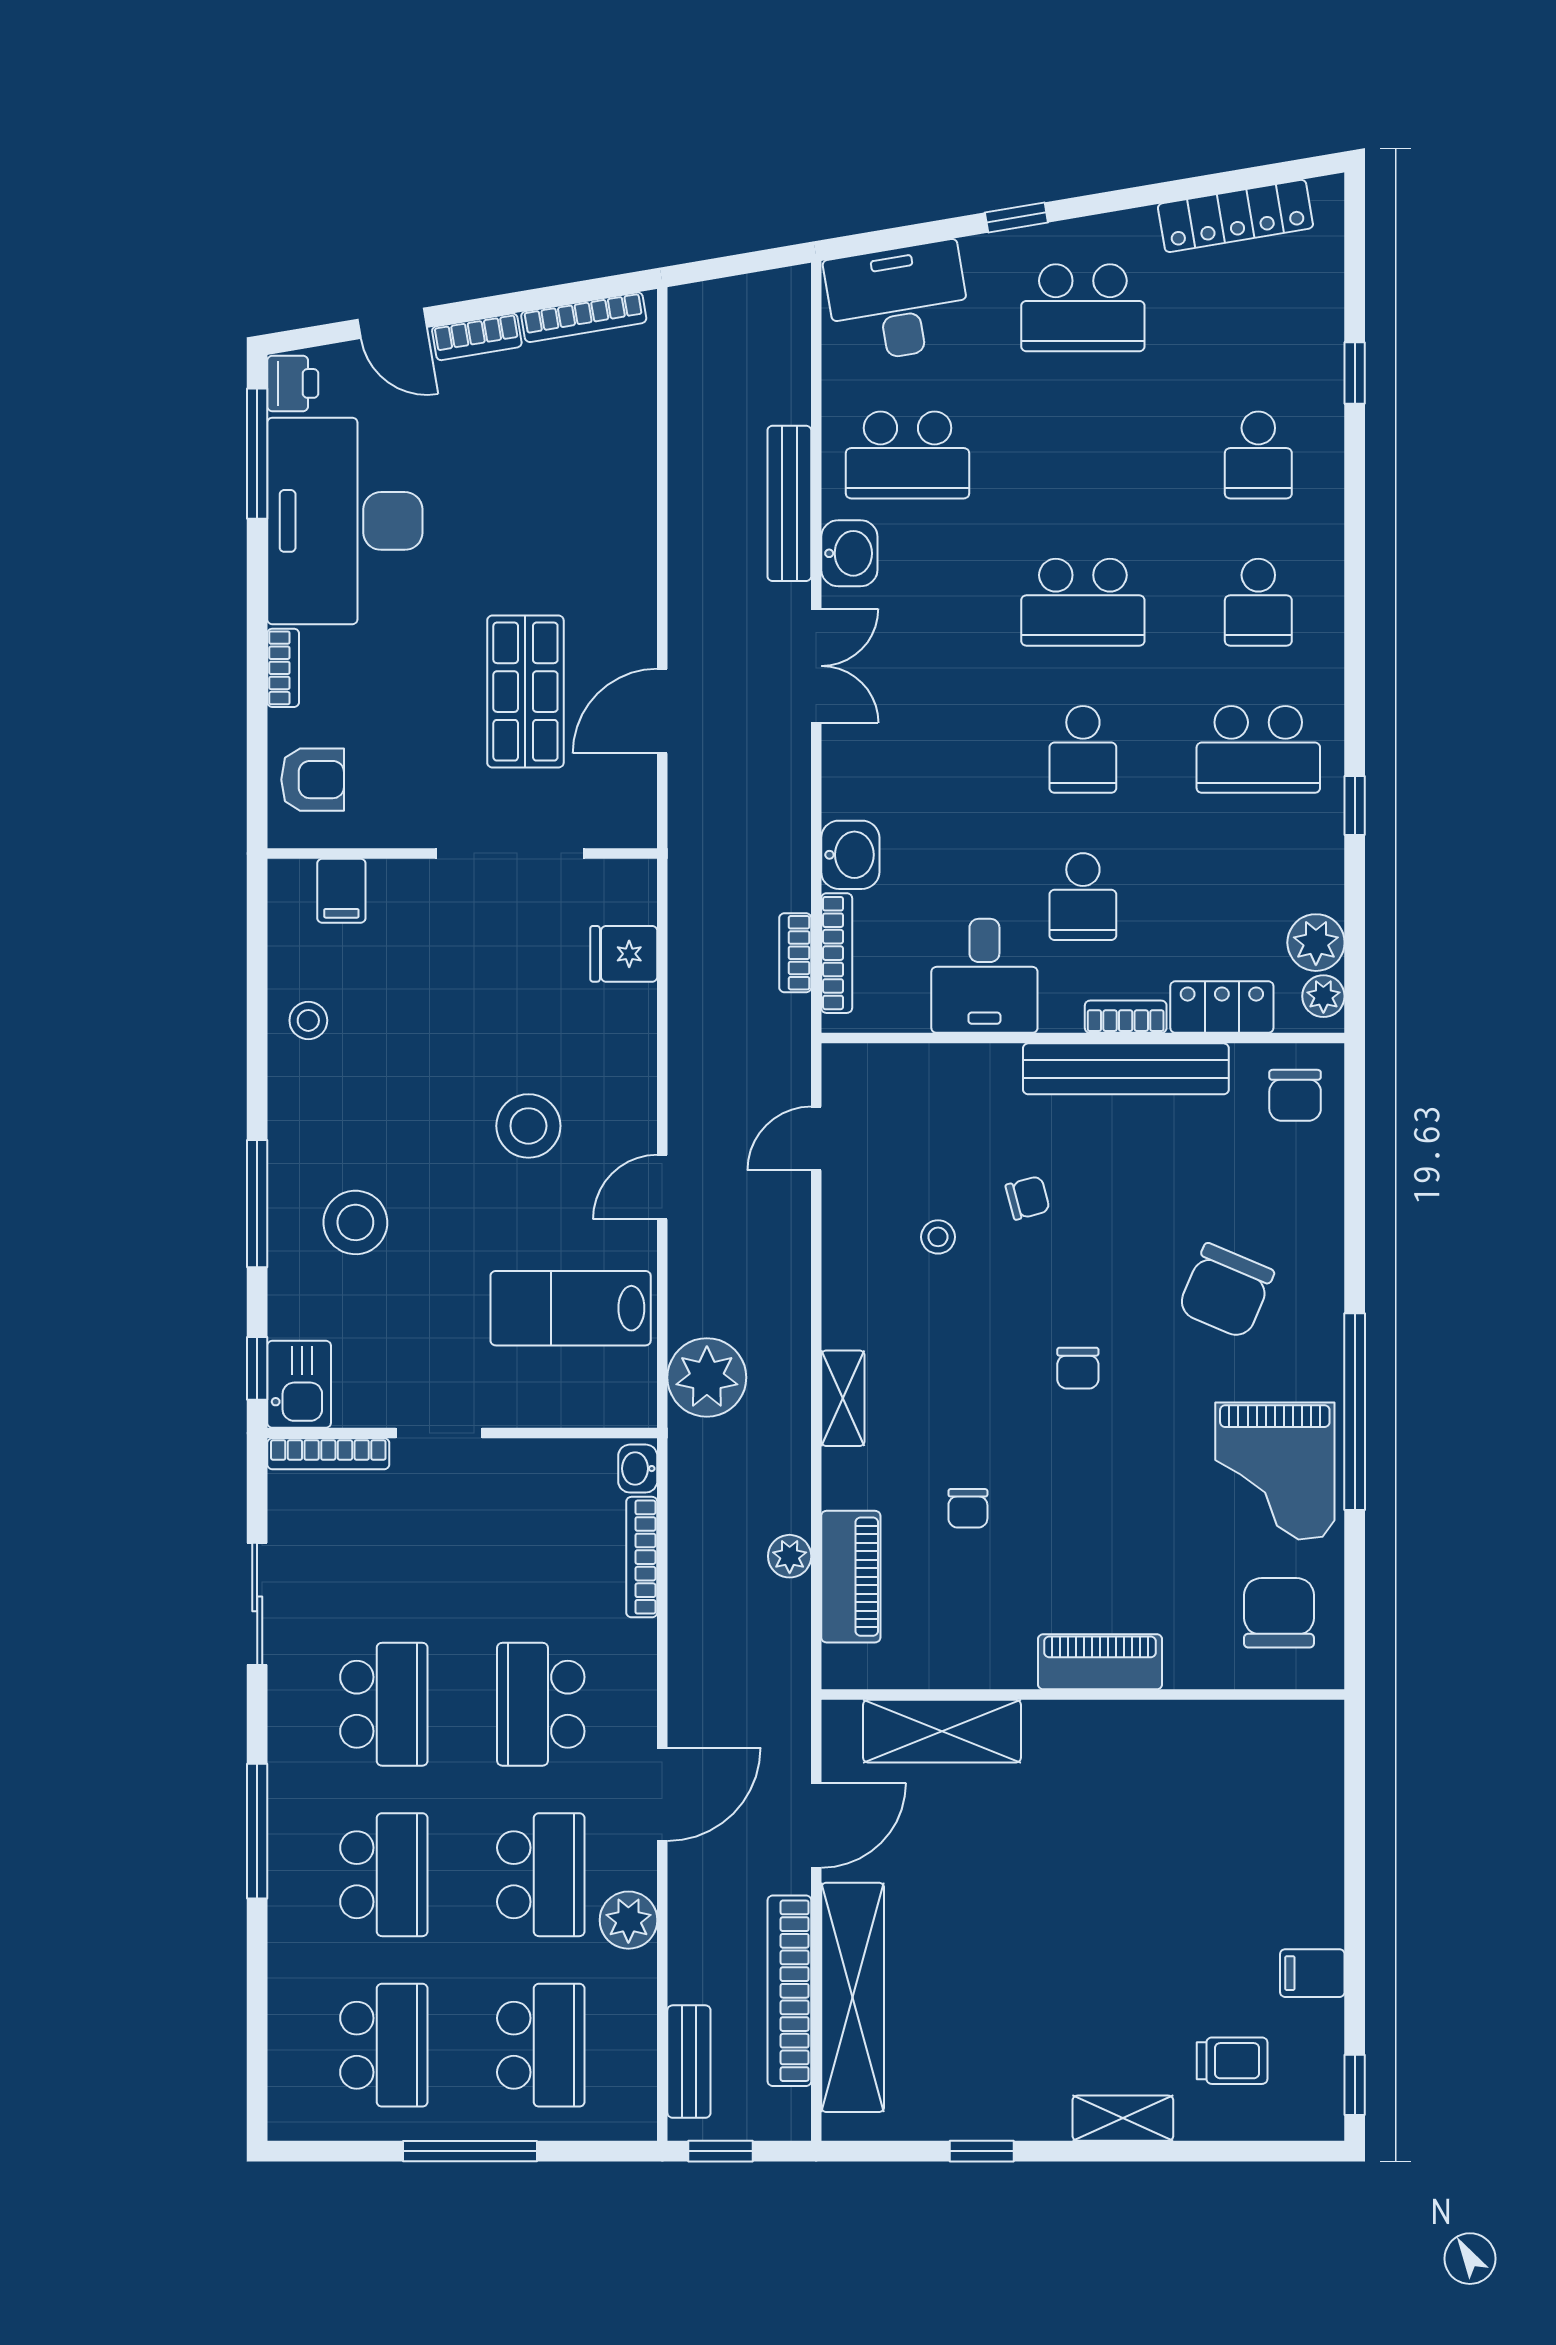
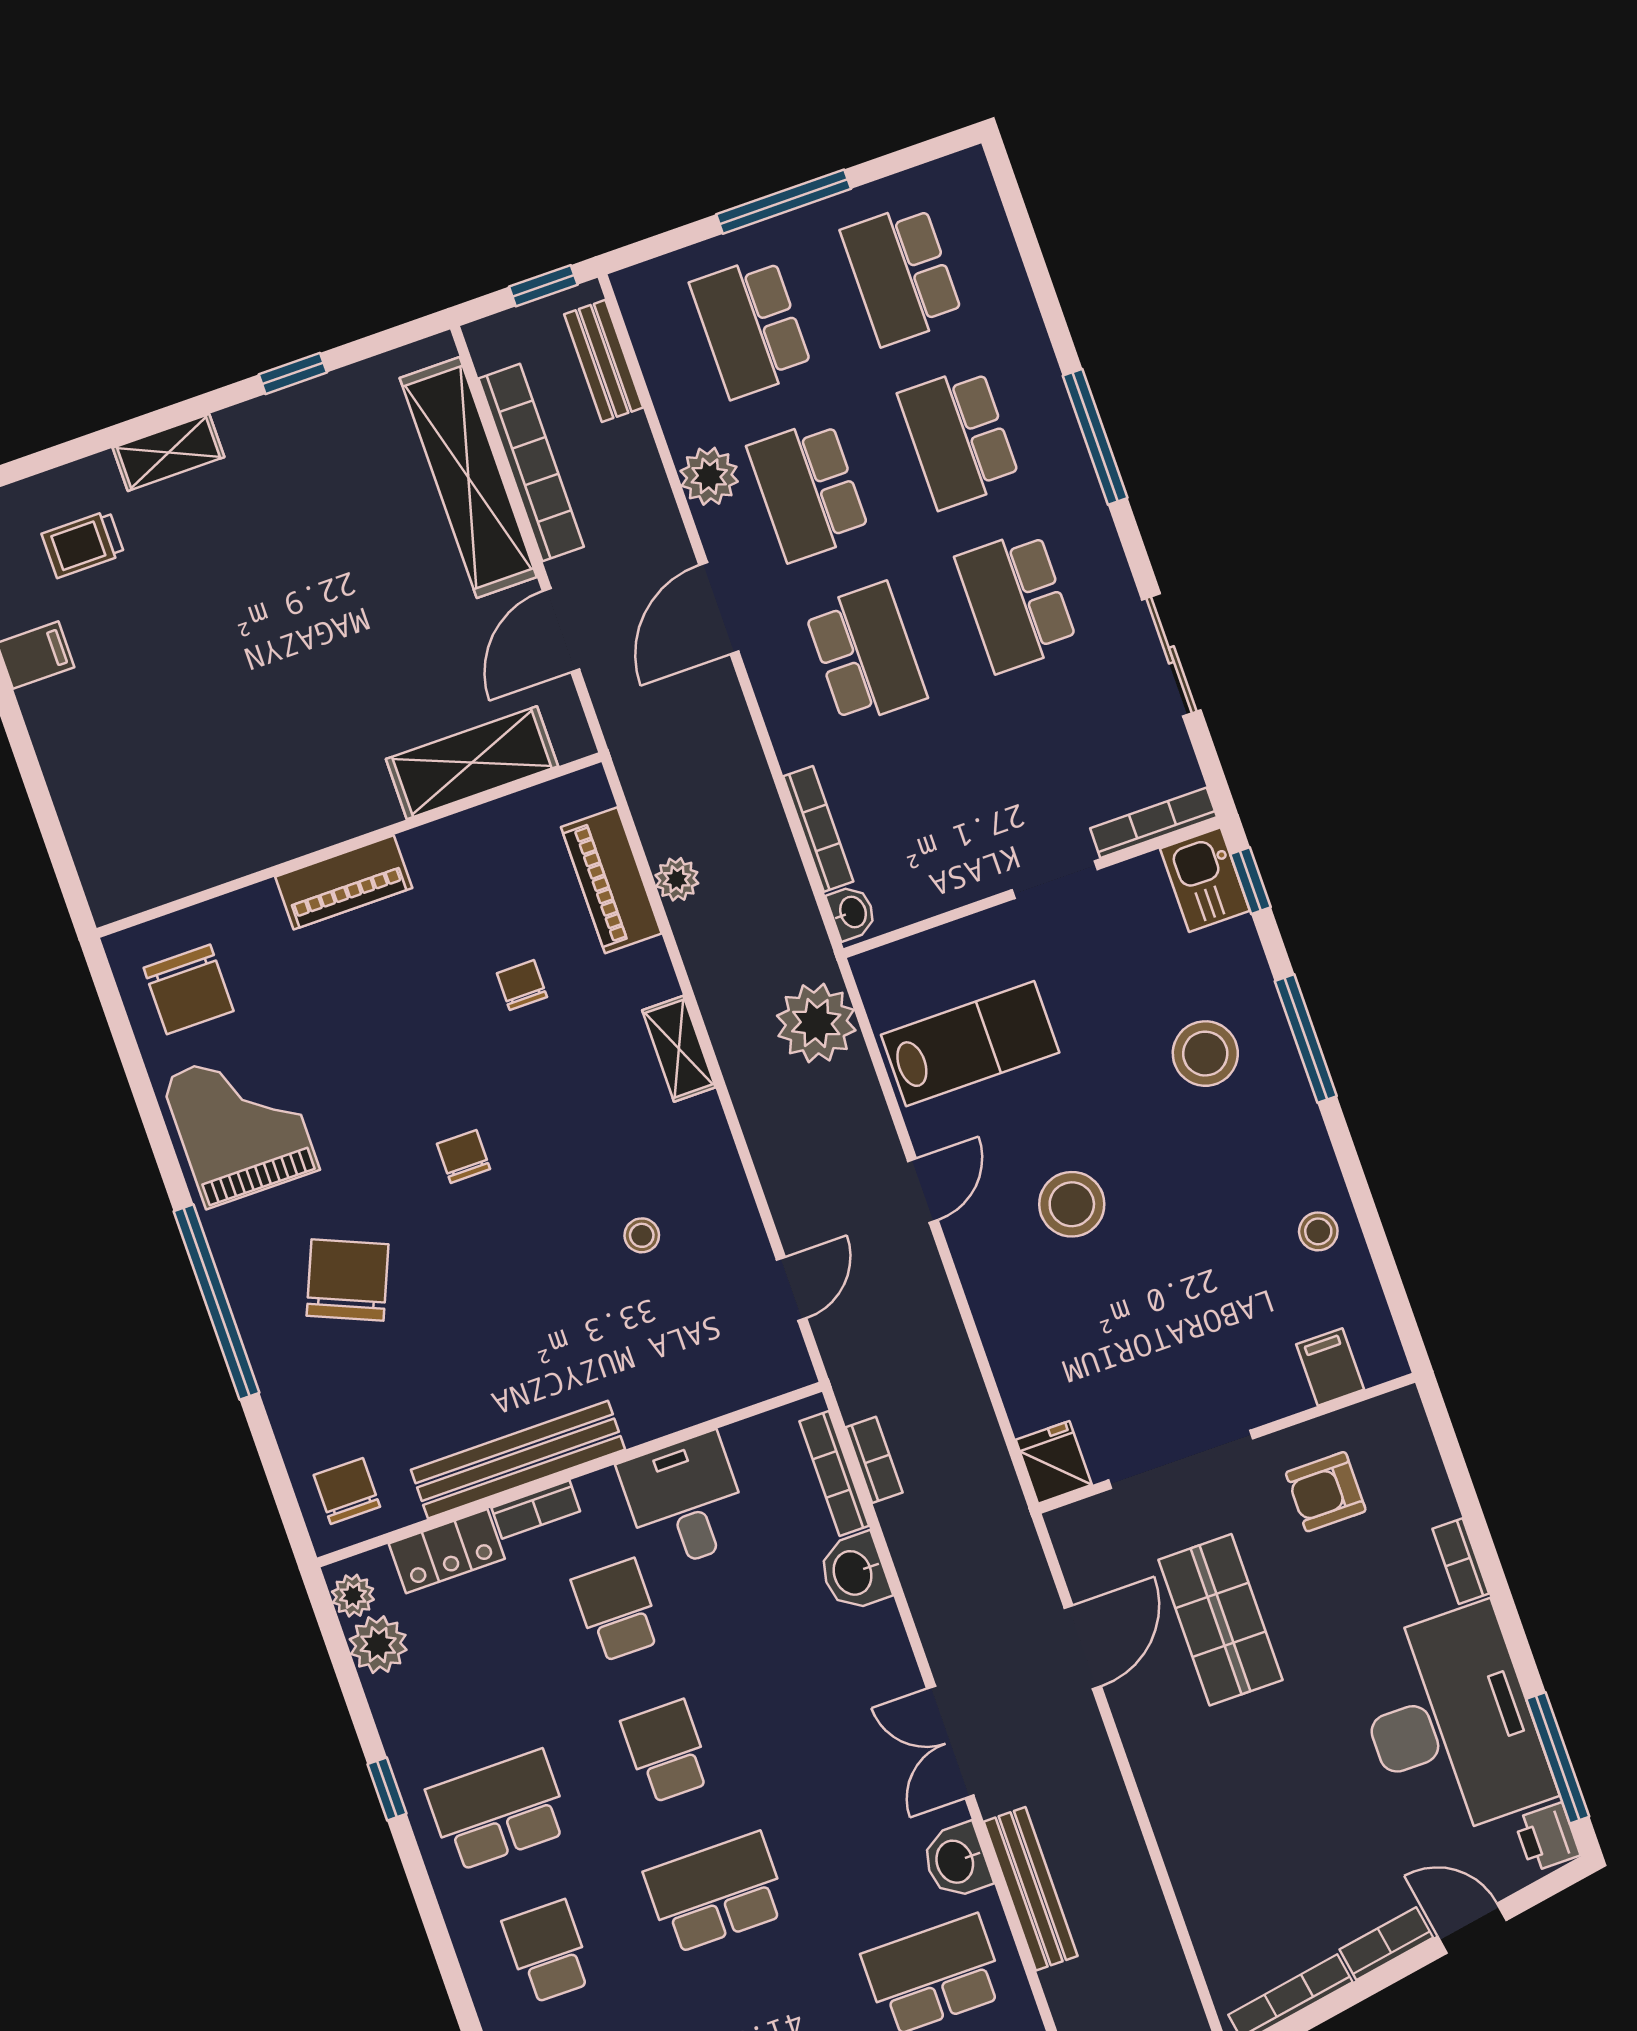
armchair: (313, 780) -> (1326, 1492), moved
fridge: (624, 954) -> (1054, 1462), moved, turned -90
chair: (1028, 1198) -> (569, 1303), removed
window: (1355, 1412) -> (216, 1302), moved

